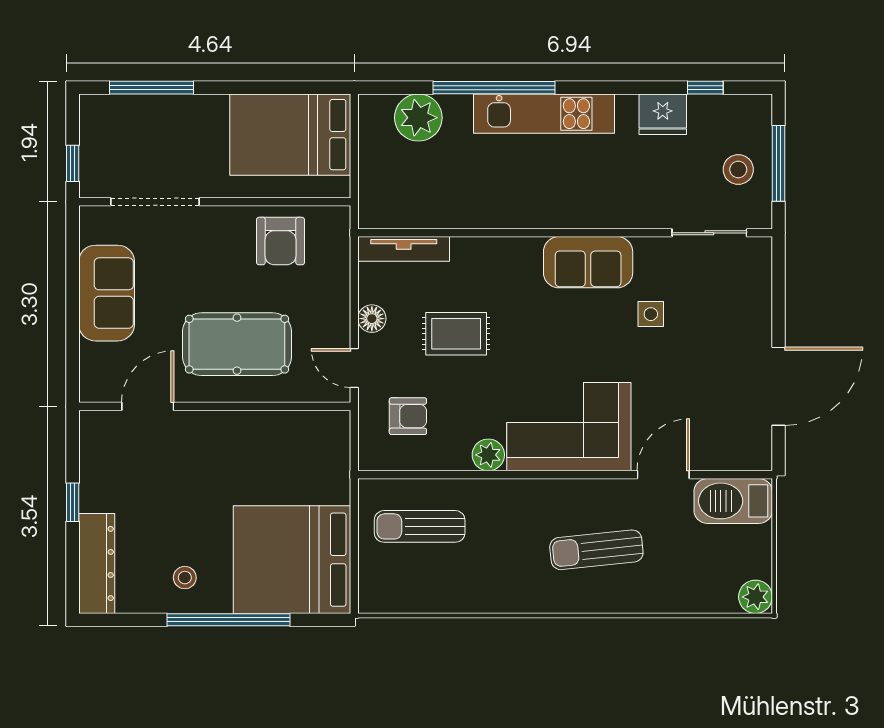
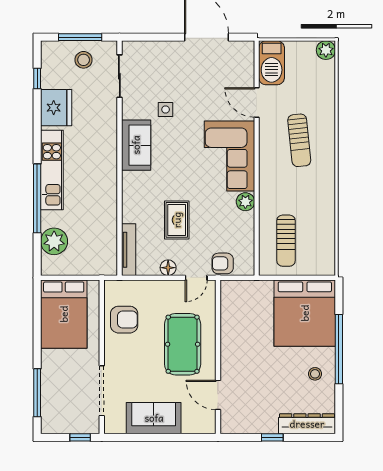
fridge: (663, 114) -> (56, 108), width x1.36, depth x1.34
armchair: (408, 416) -> (223, 263), moved, turned -90

